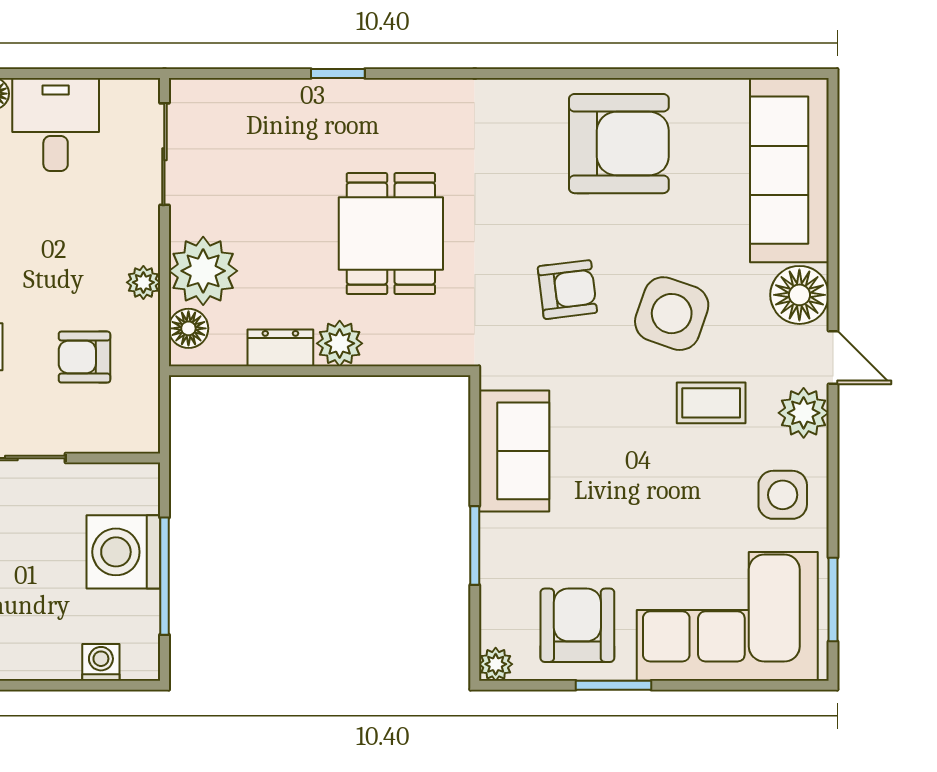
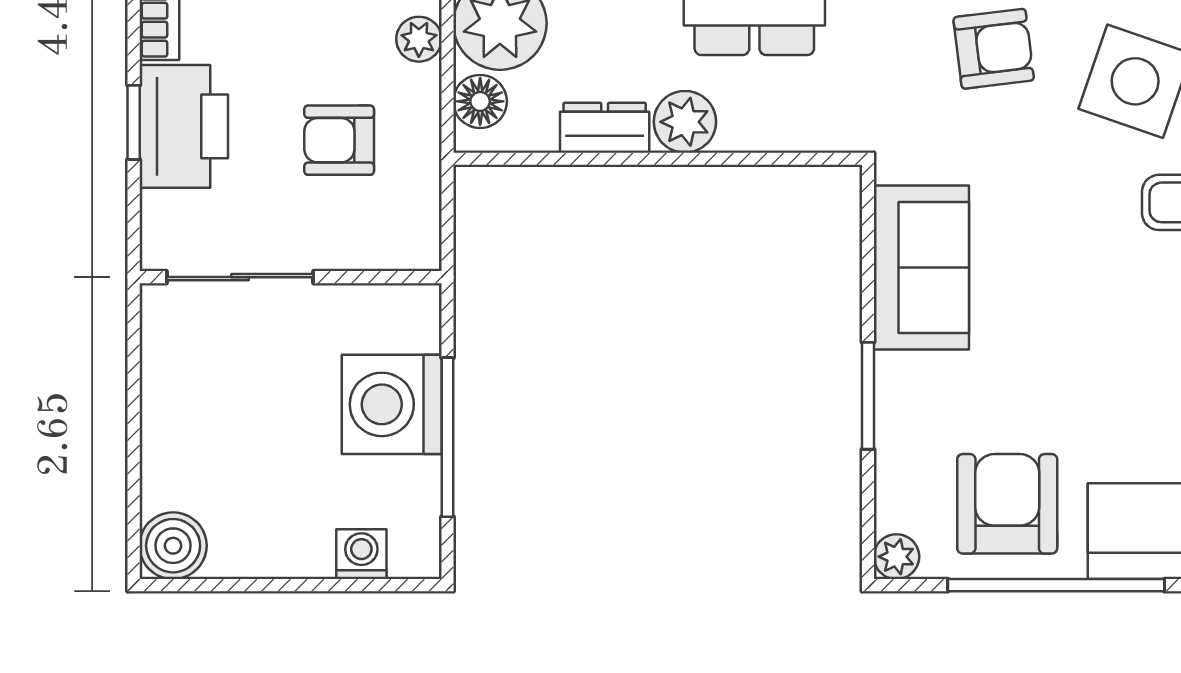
window: (613, 685) -> (1056, 585), width x2.11

